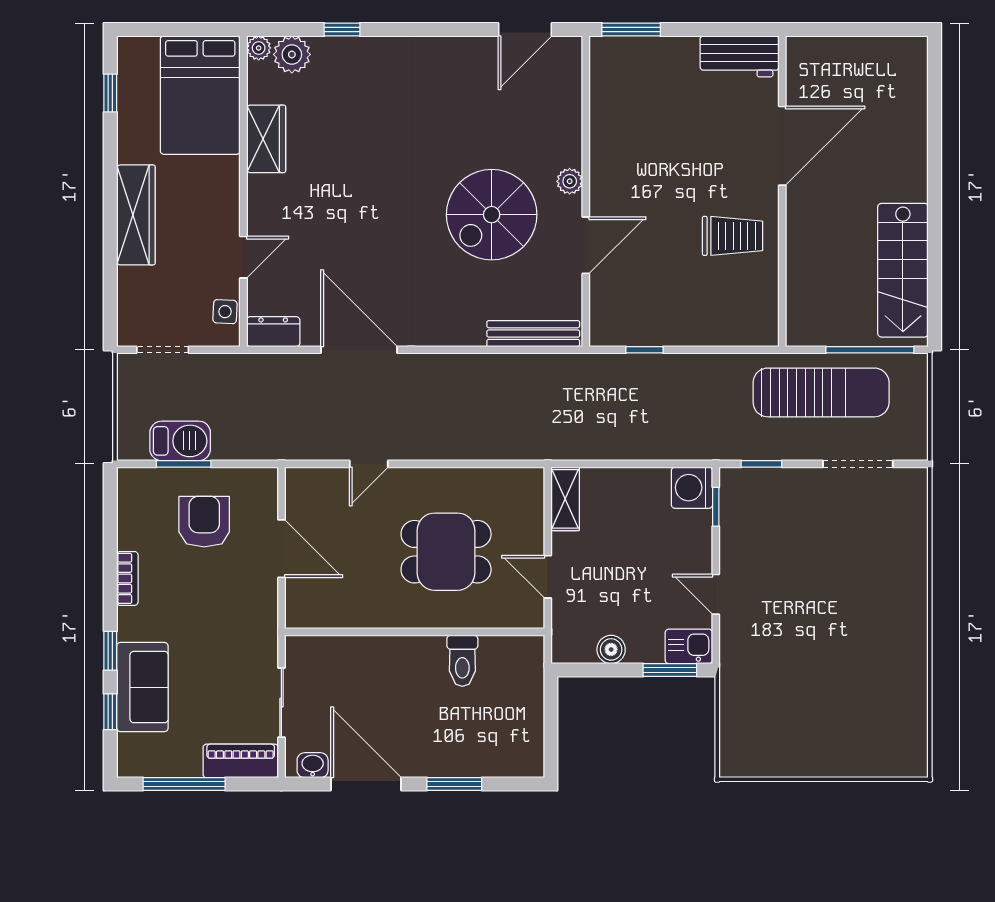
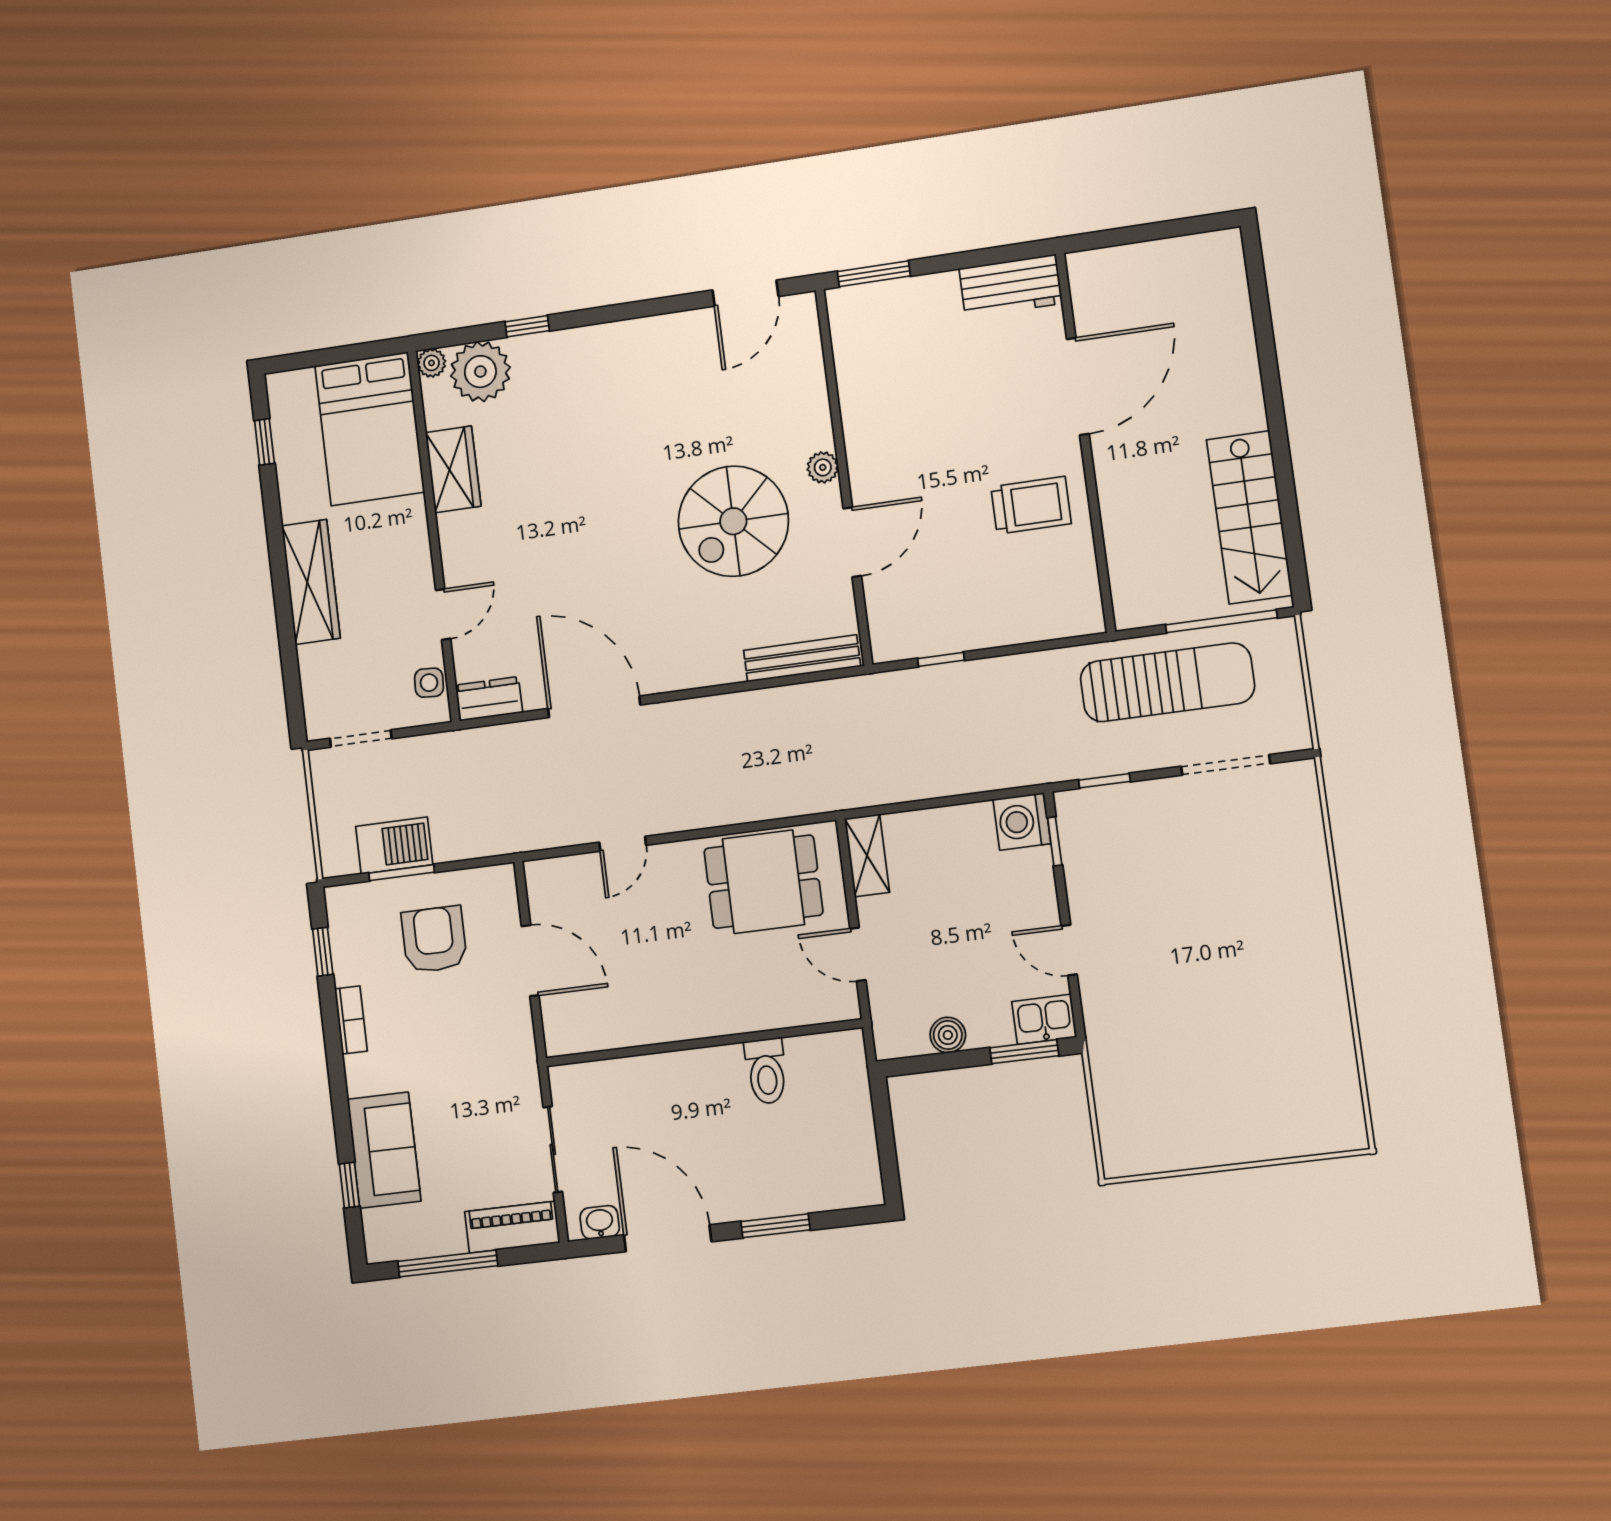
plant: (292, 54) -> (480, 372), width x1.36, depth x1.36
dining table: (446, 552) -> (763, 882), moved
window: (110, 651) -> (323, 952), moved

